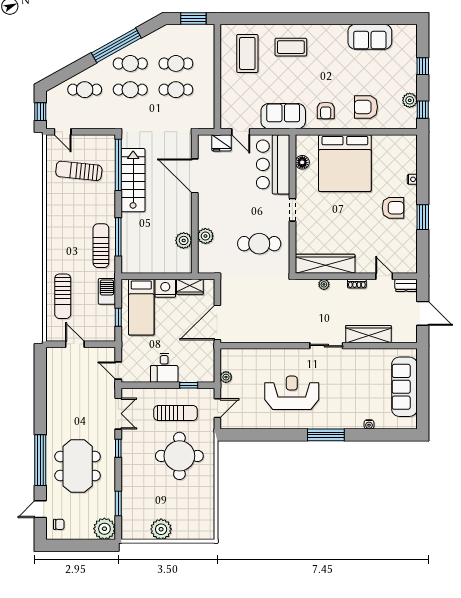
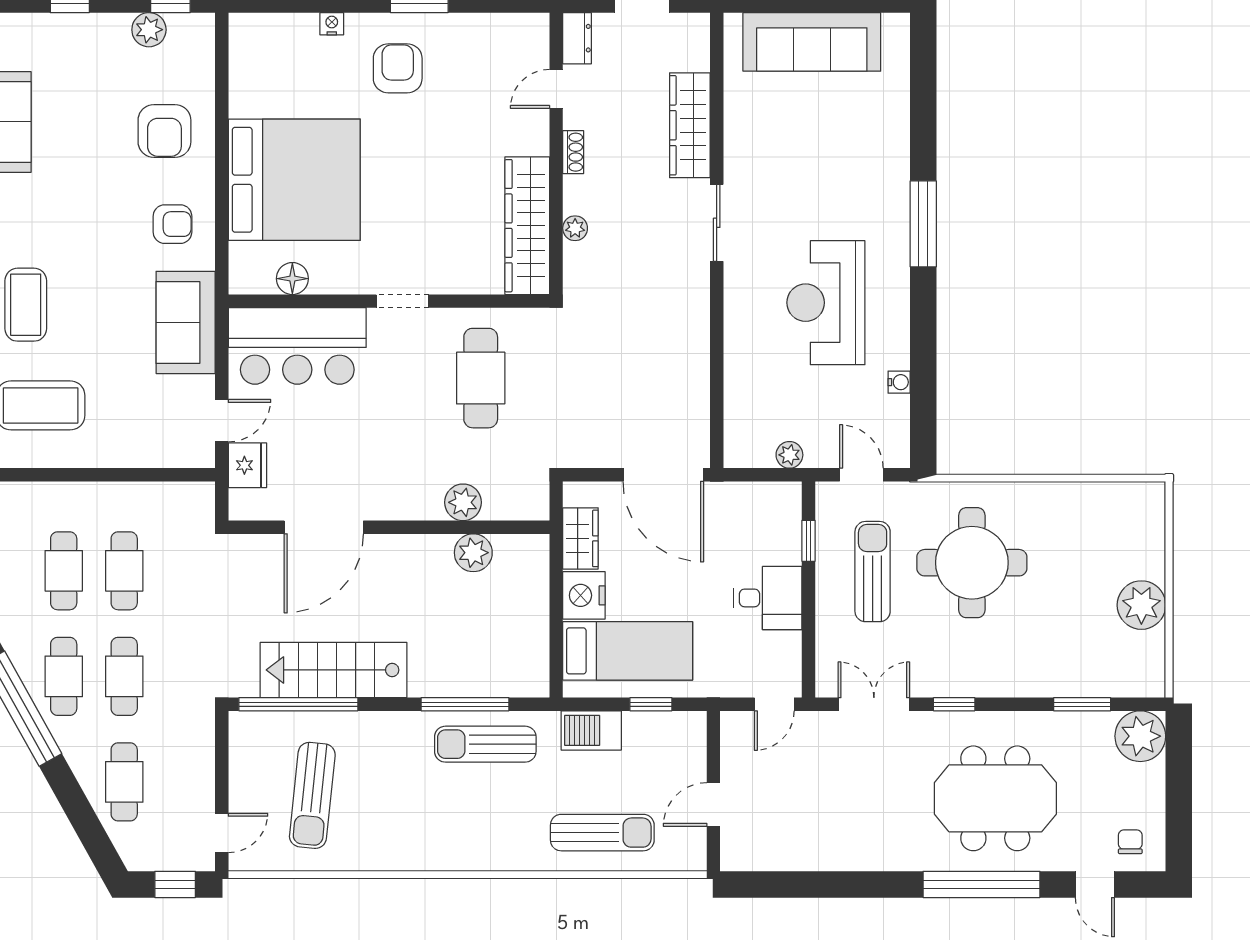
water cooler: (369, 424) -> (899, 382), moved

